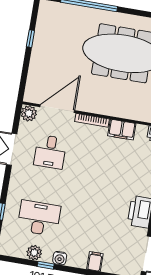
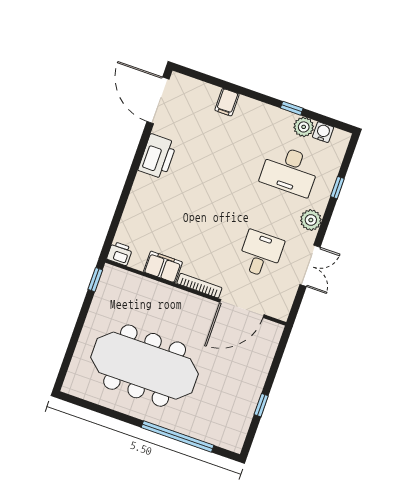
plant: (29, 113) -> (311, 220), moved
water cooler: (60, 258) -> (323, 132), moved

